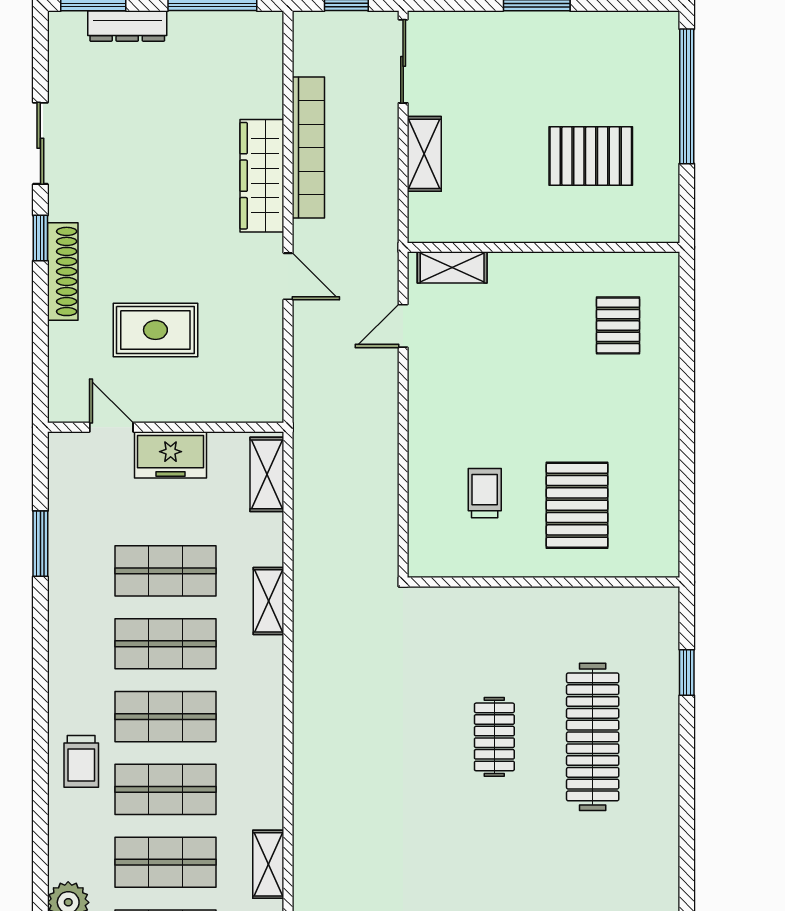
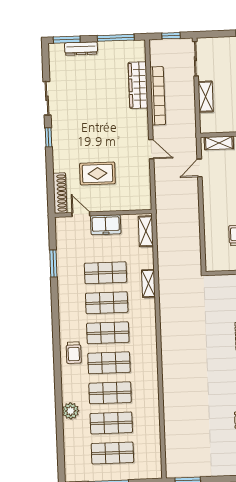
wardrobe: (262, 176) -> (138, 85), moved
shoe rack: (63, 271) -> (60, 193), moved
shelving: (268, 864) -> (152, 392), removed

